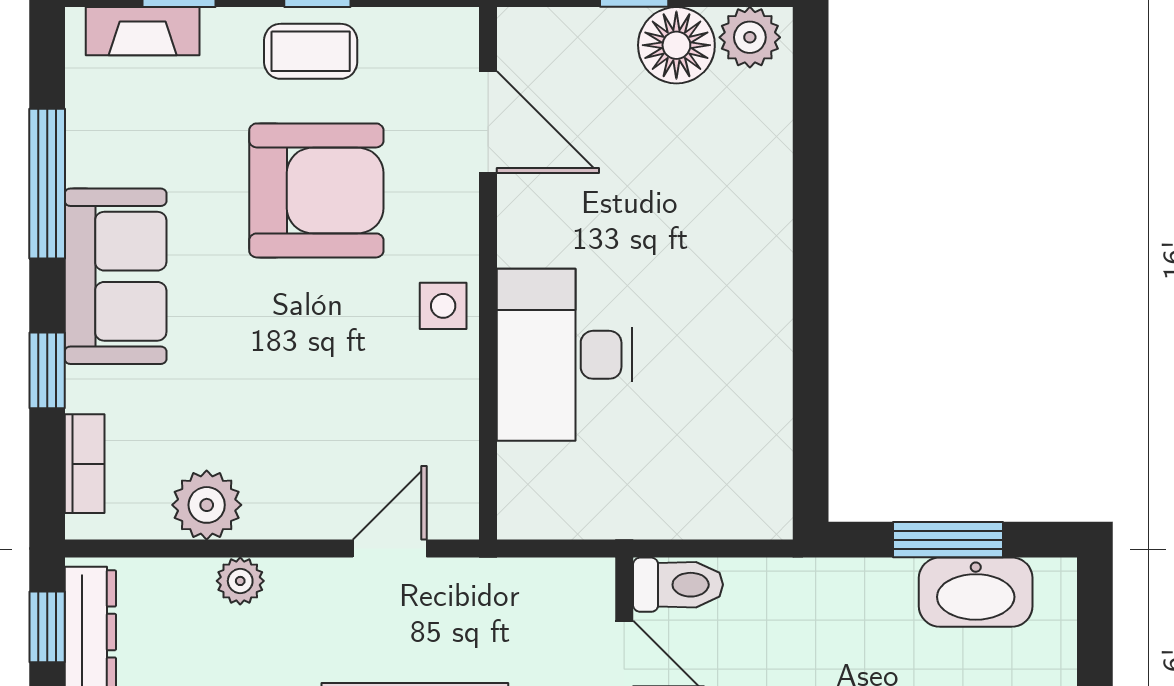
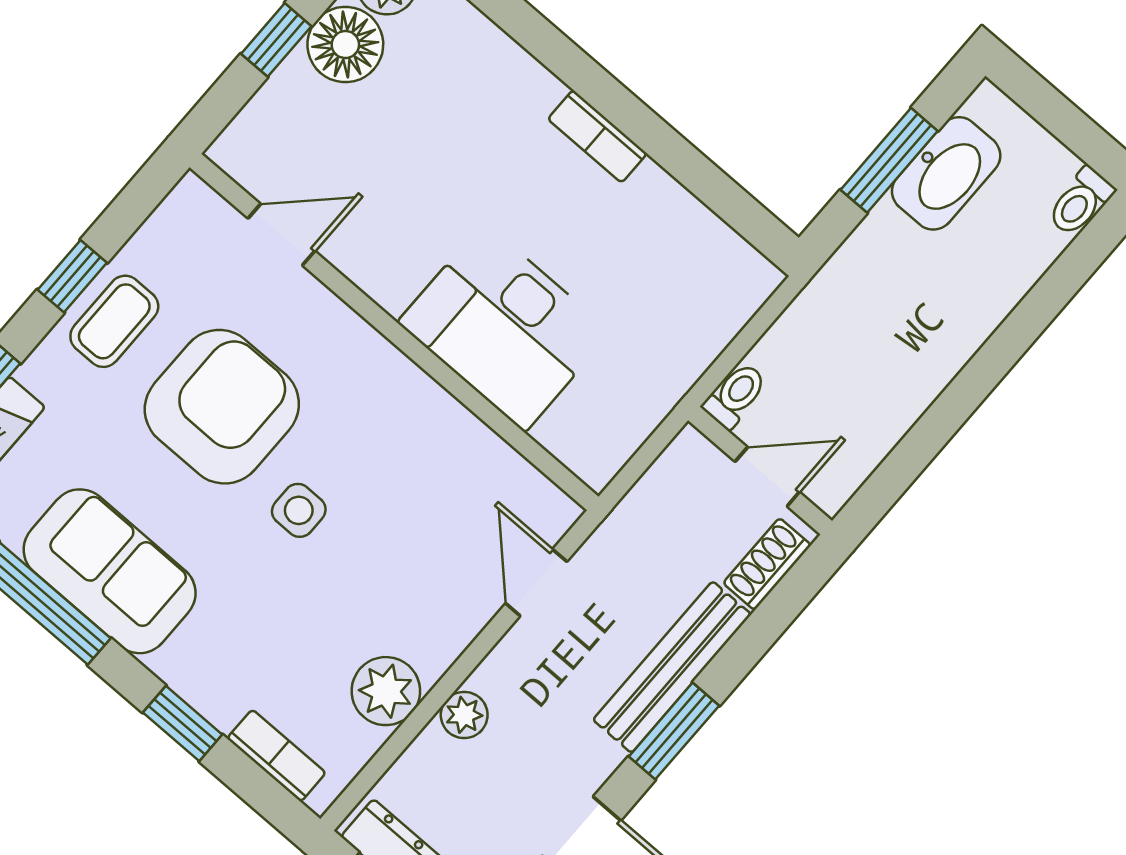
door: (488, 122) -> (281, 235), width x0.73
sofa: (116, 276) -> (110, 571), moved
bookcase: (773, 300) -> (597, 136), added
side table: (443, 306) -> (299, 510), moved
toilet: (678, 585) -> (735, 395), width x0.73, depth x0.72

